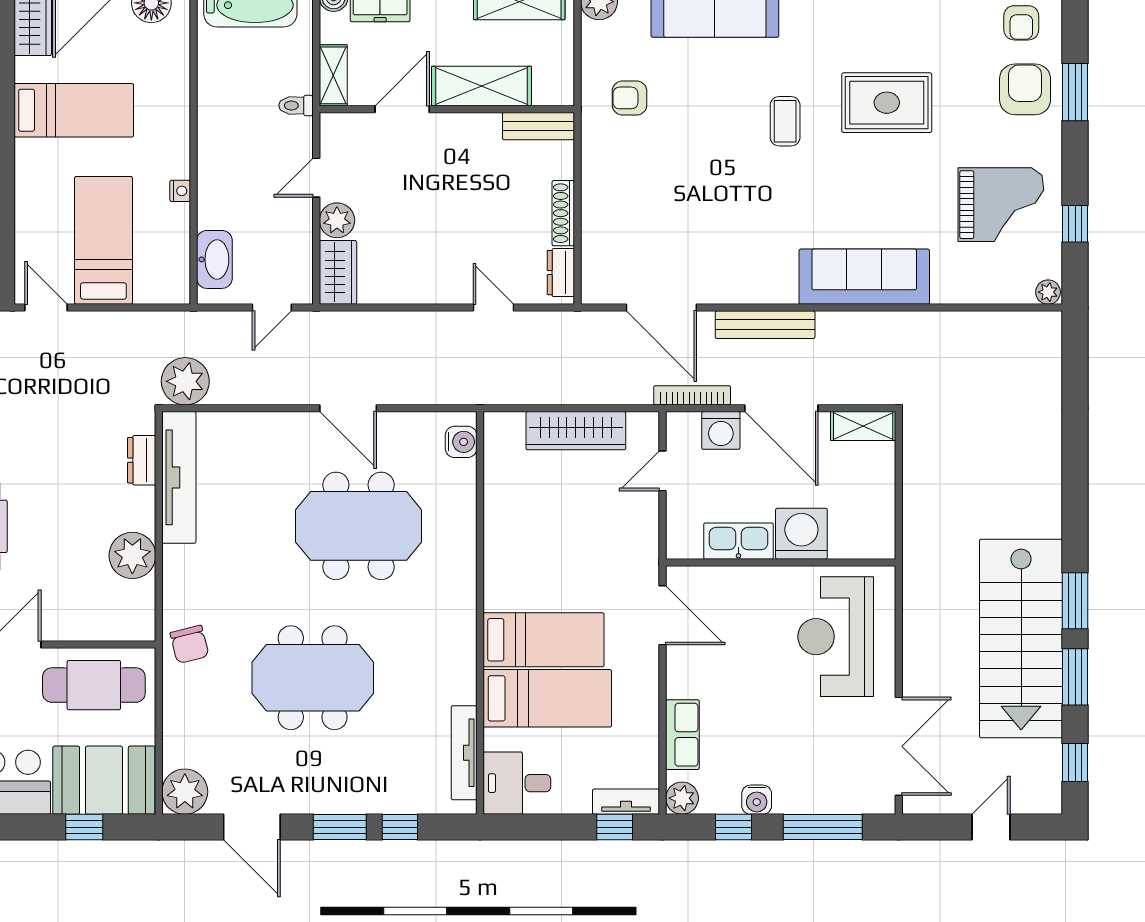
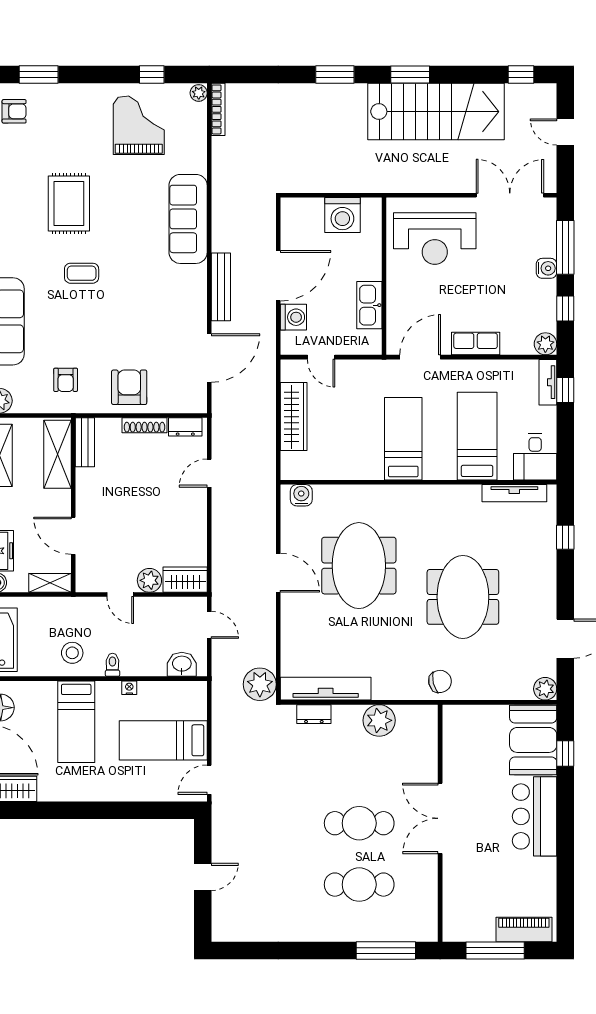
shelving: (482, 86) -> (57, 454), moved
armchair: (1025, 89) -> (129, 387), moved, turned 90
window: (1075, 92) -> (39, 74), moved
toilet: (296, 105) -> (112, 665), moved, turned 180
stool: (231, 108) -> (72, 653), added
bed: (74, 110) -> (76, 722), moved, turned 180
washbasin: (214, 259) -> (182, 664), width x0.72
bookcase: (692, 395) -> (218, 109), moved, turned 180
door: (348, 408) -> (278, 573), hinge flipped
shelving: (863, 426) -> (290, 220), removed
washing machine: (801, 534) -> (342, 215), moved, turned -90
bed: (544, 640) -> (403, 439), moved
window: (1075, 677) -> (335, 74), moved
cafe table: (94, 685) -> (468, 747), removed
row of seats: (682, 735) -> (476, 344), moved
plant: (185, 792) -> (545, 689), width x0.73, depth x0.73
water cooler: (757, 800) -> (546, 268), moved
window: (340, 827) -> (565, 578), removed

